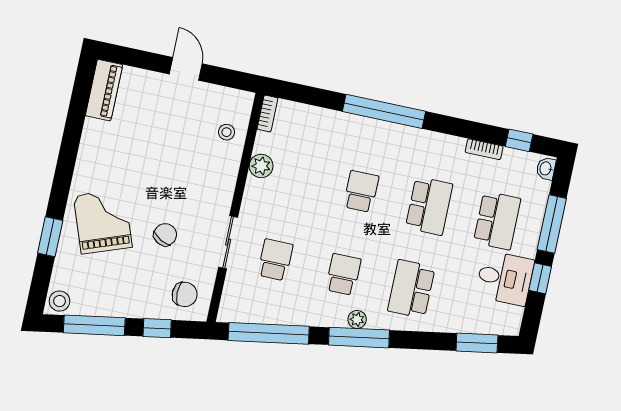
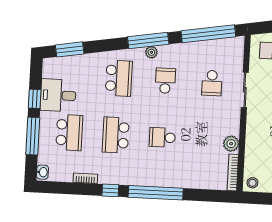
bookcase: (267, 113) -> (233, 172), width x1.56
stool: (227, 132) -> (252, 183), moved
window: (519, 140) -> (110, 190), moved
school desk: (361, 191) -> (162, 137), turned 90
school desk: (497, 221) -> (69, 133), turned 180
school desk: (343, 274) -> (165, 81), turned 180

